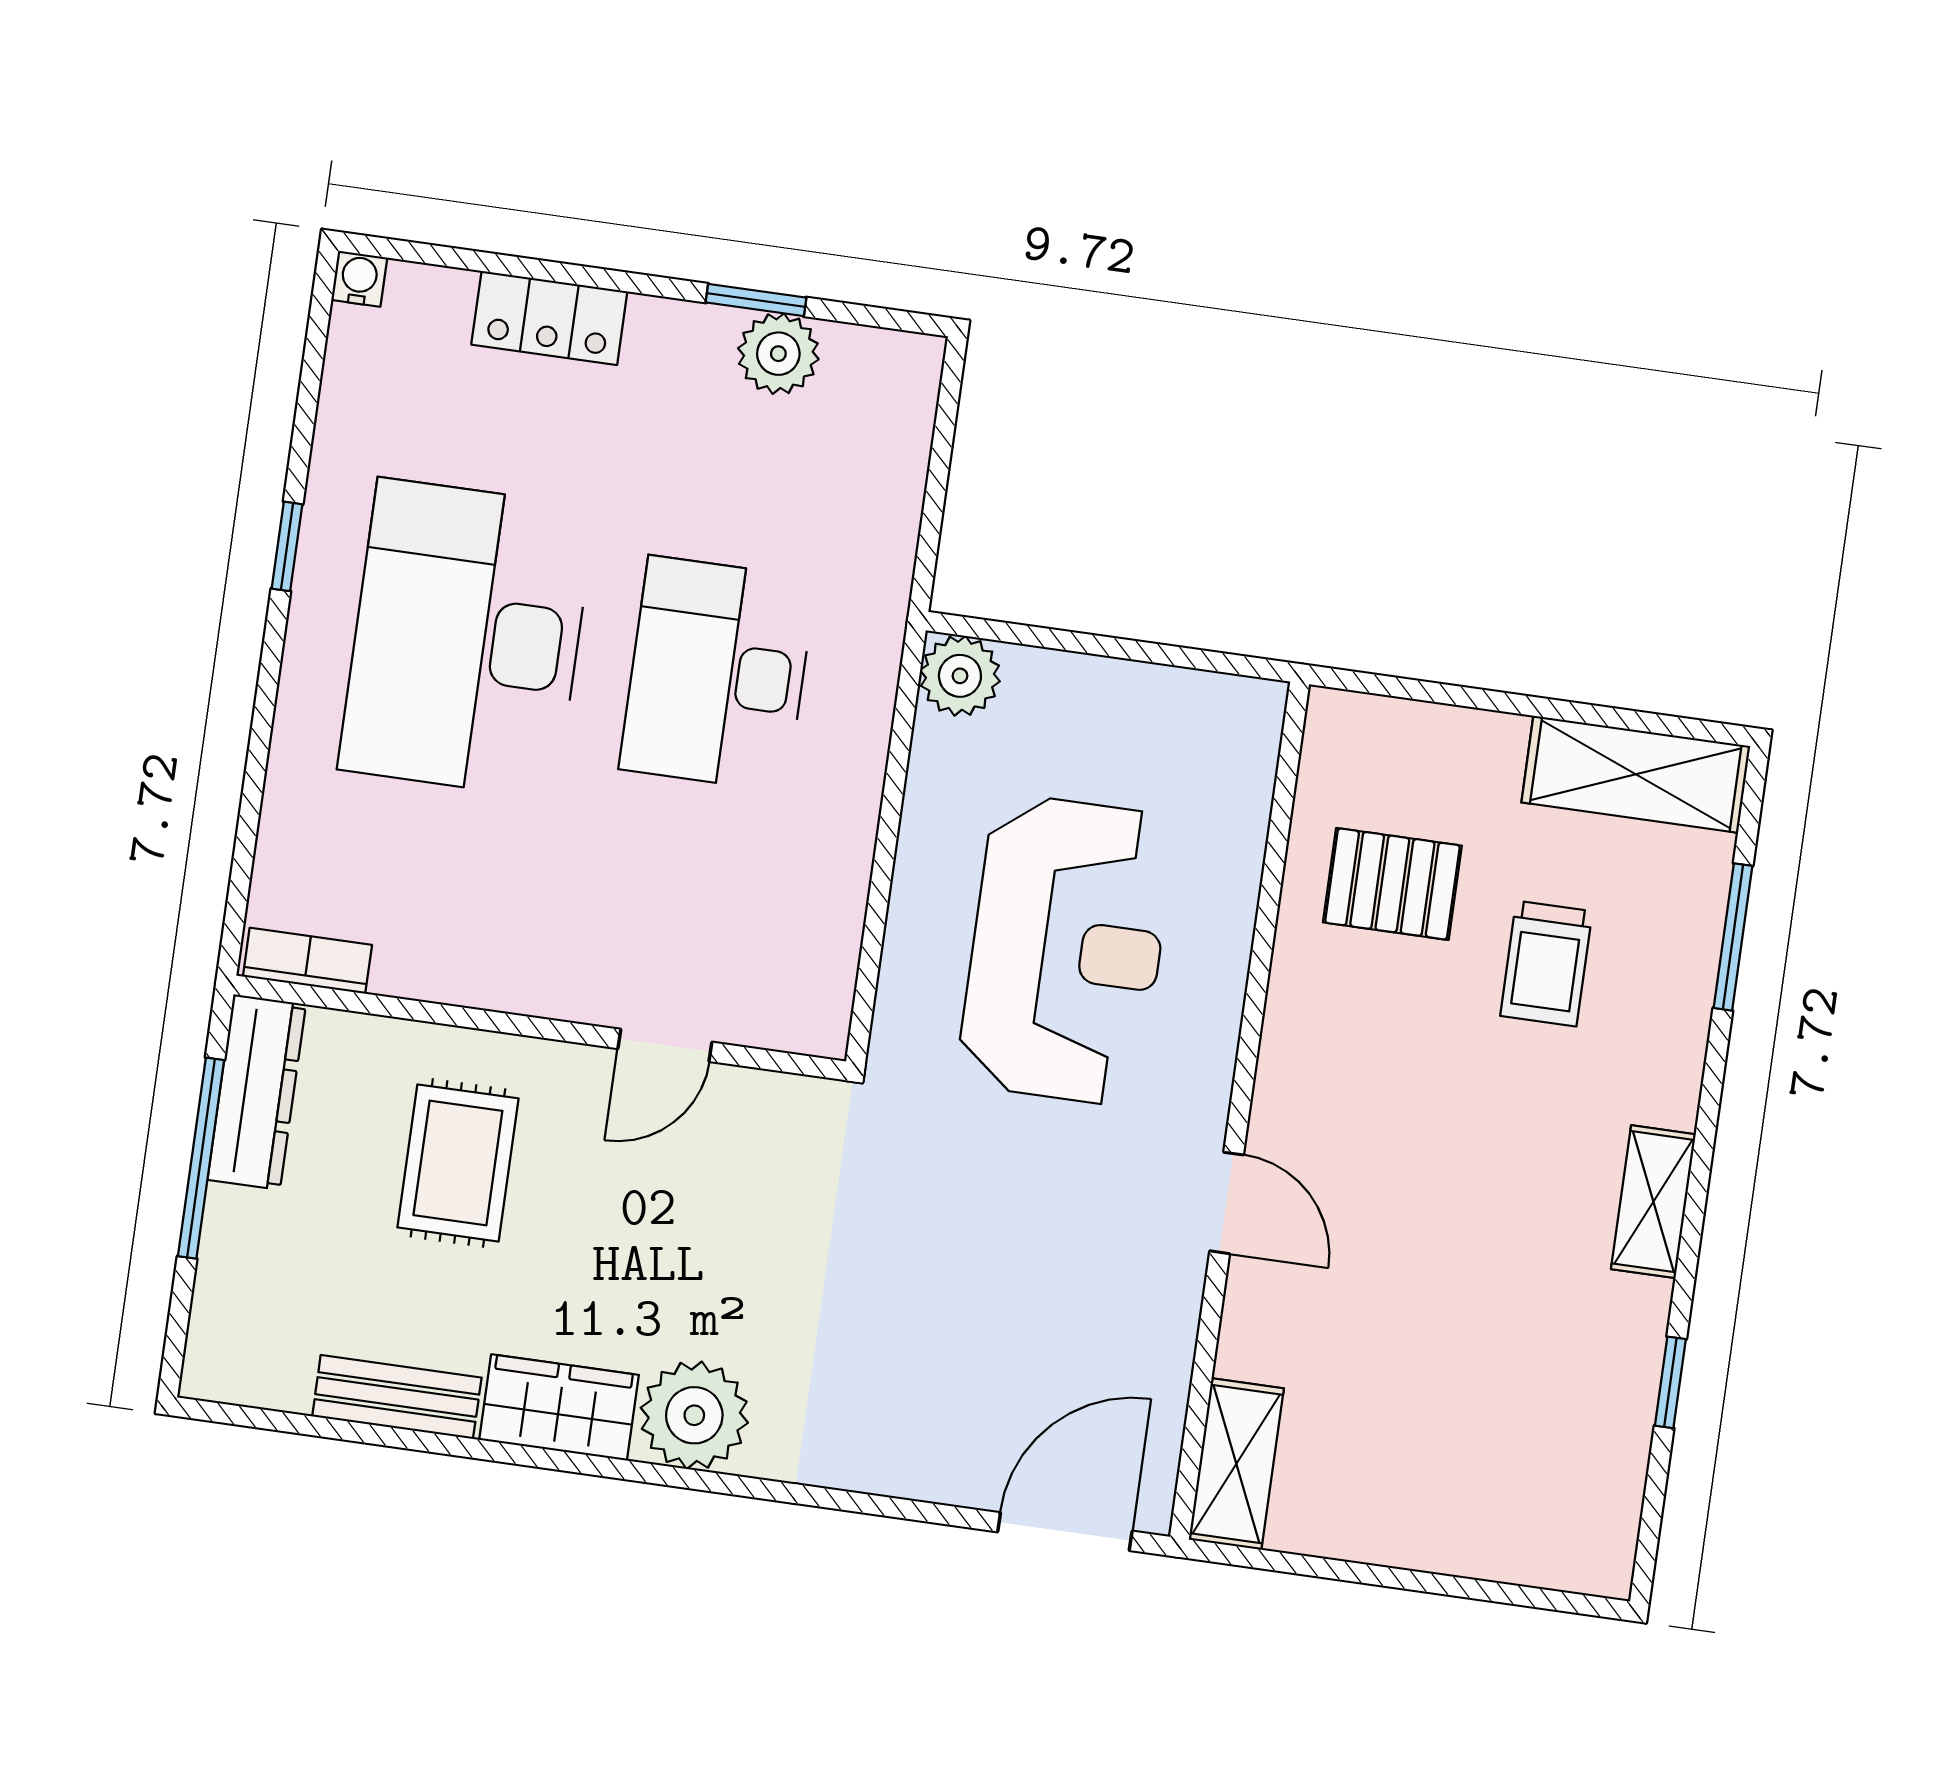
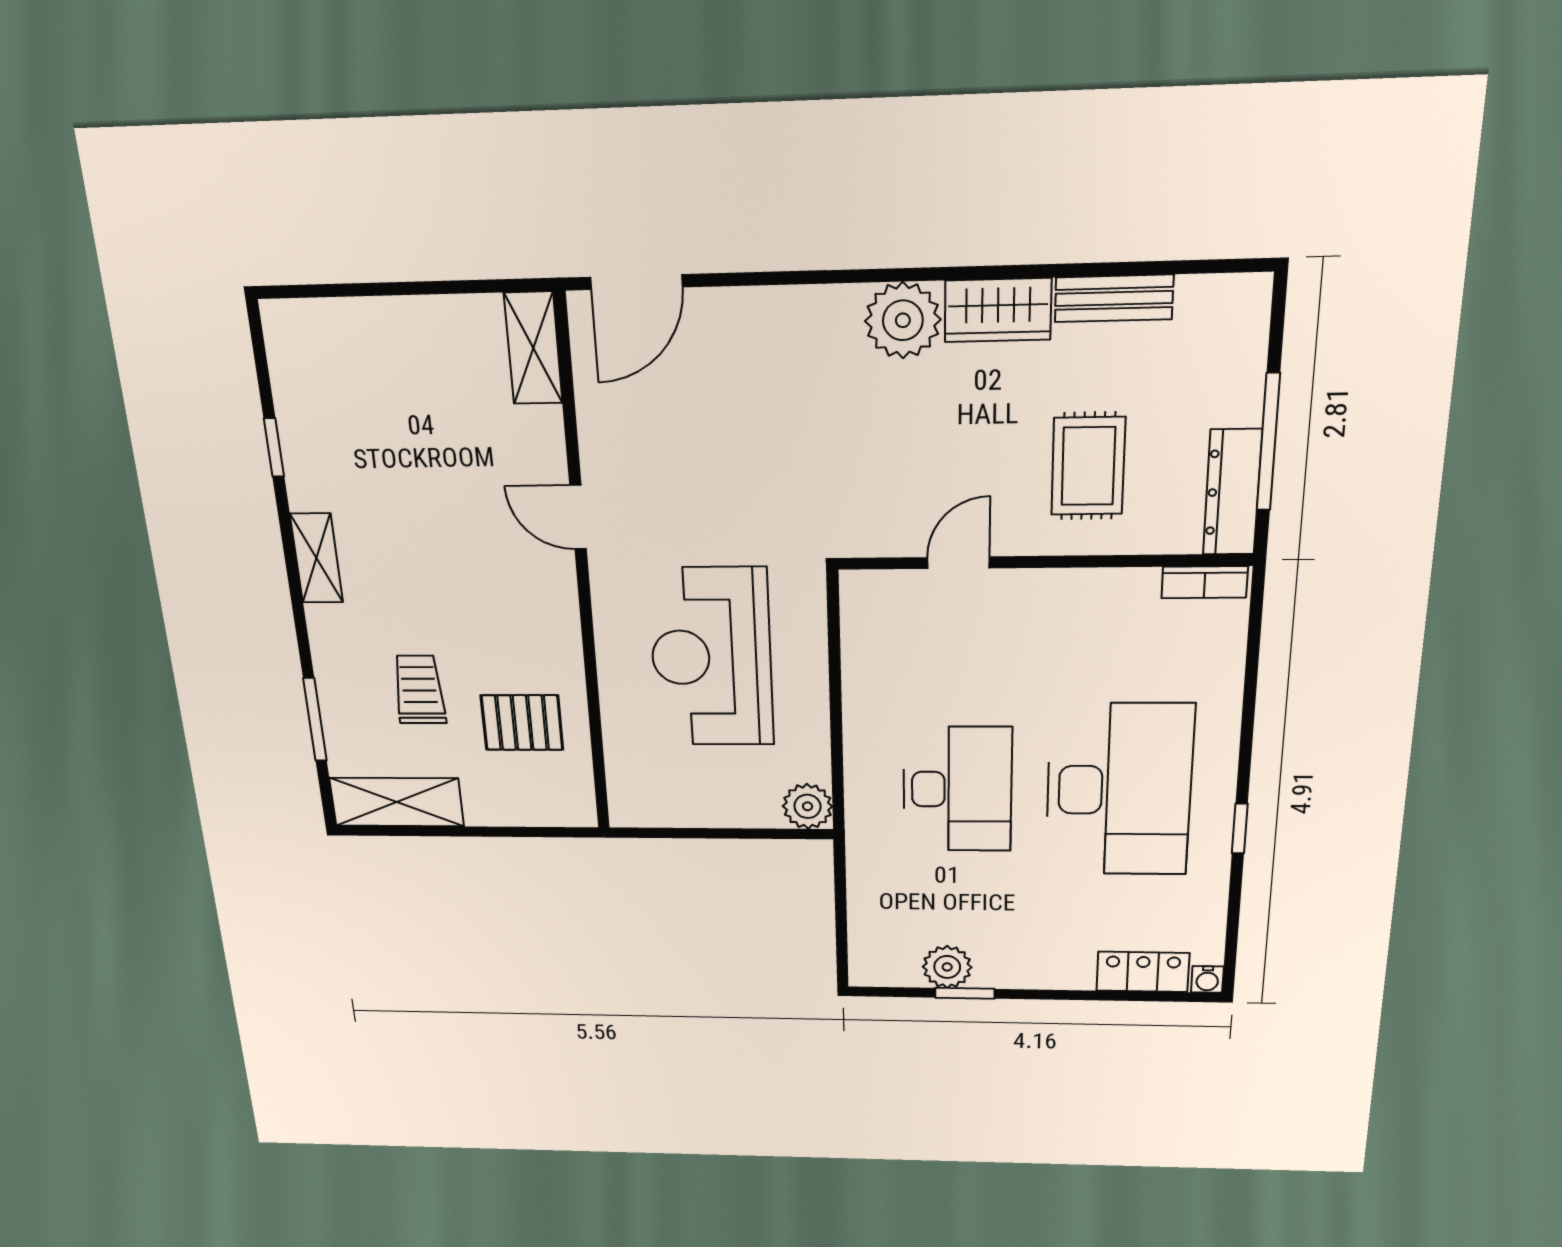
locker: (549, 318) -> (1143, 972), moved

